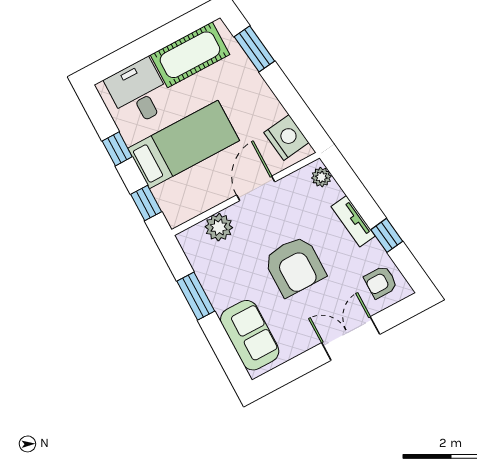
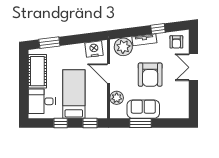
plant: (321, 177) -> (123, 47), width x1.88, depth x1.88
armchair: (295, 266) -> (150, 75), turned 90
sofa: (250, 335) -> (143, 109), moved

